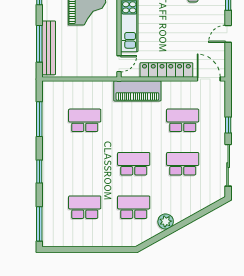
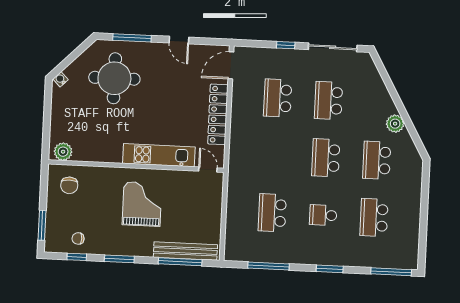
piano: (137, 91) -> (241, 150), removed
school desk: (85, 164) -> (323, 215), added

